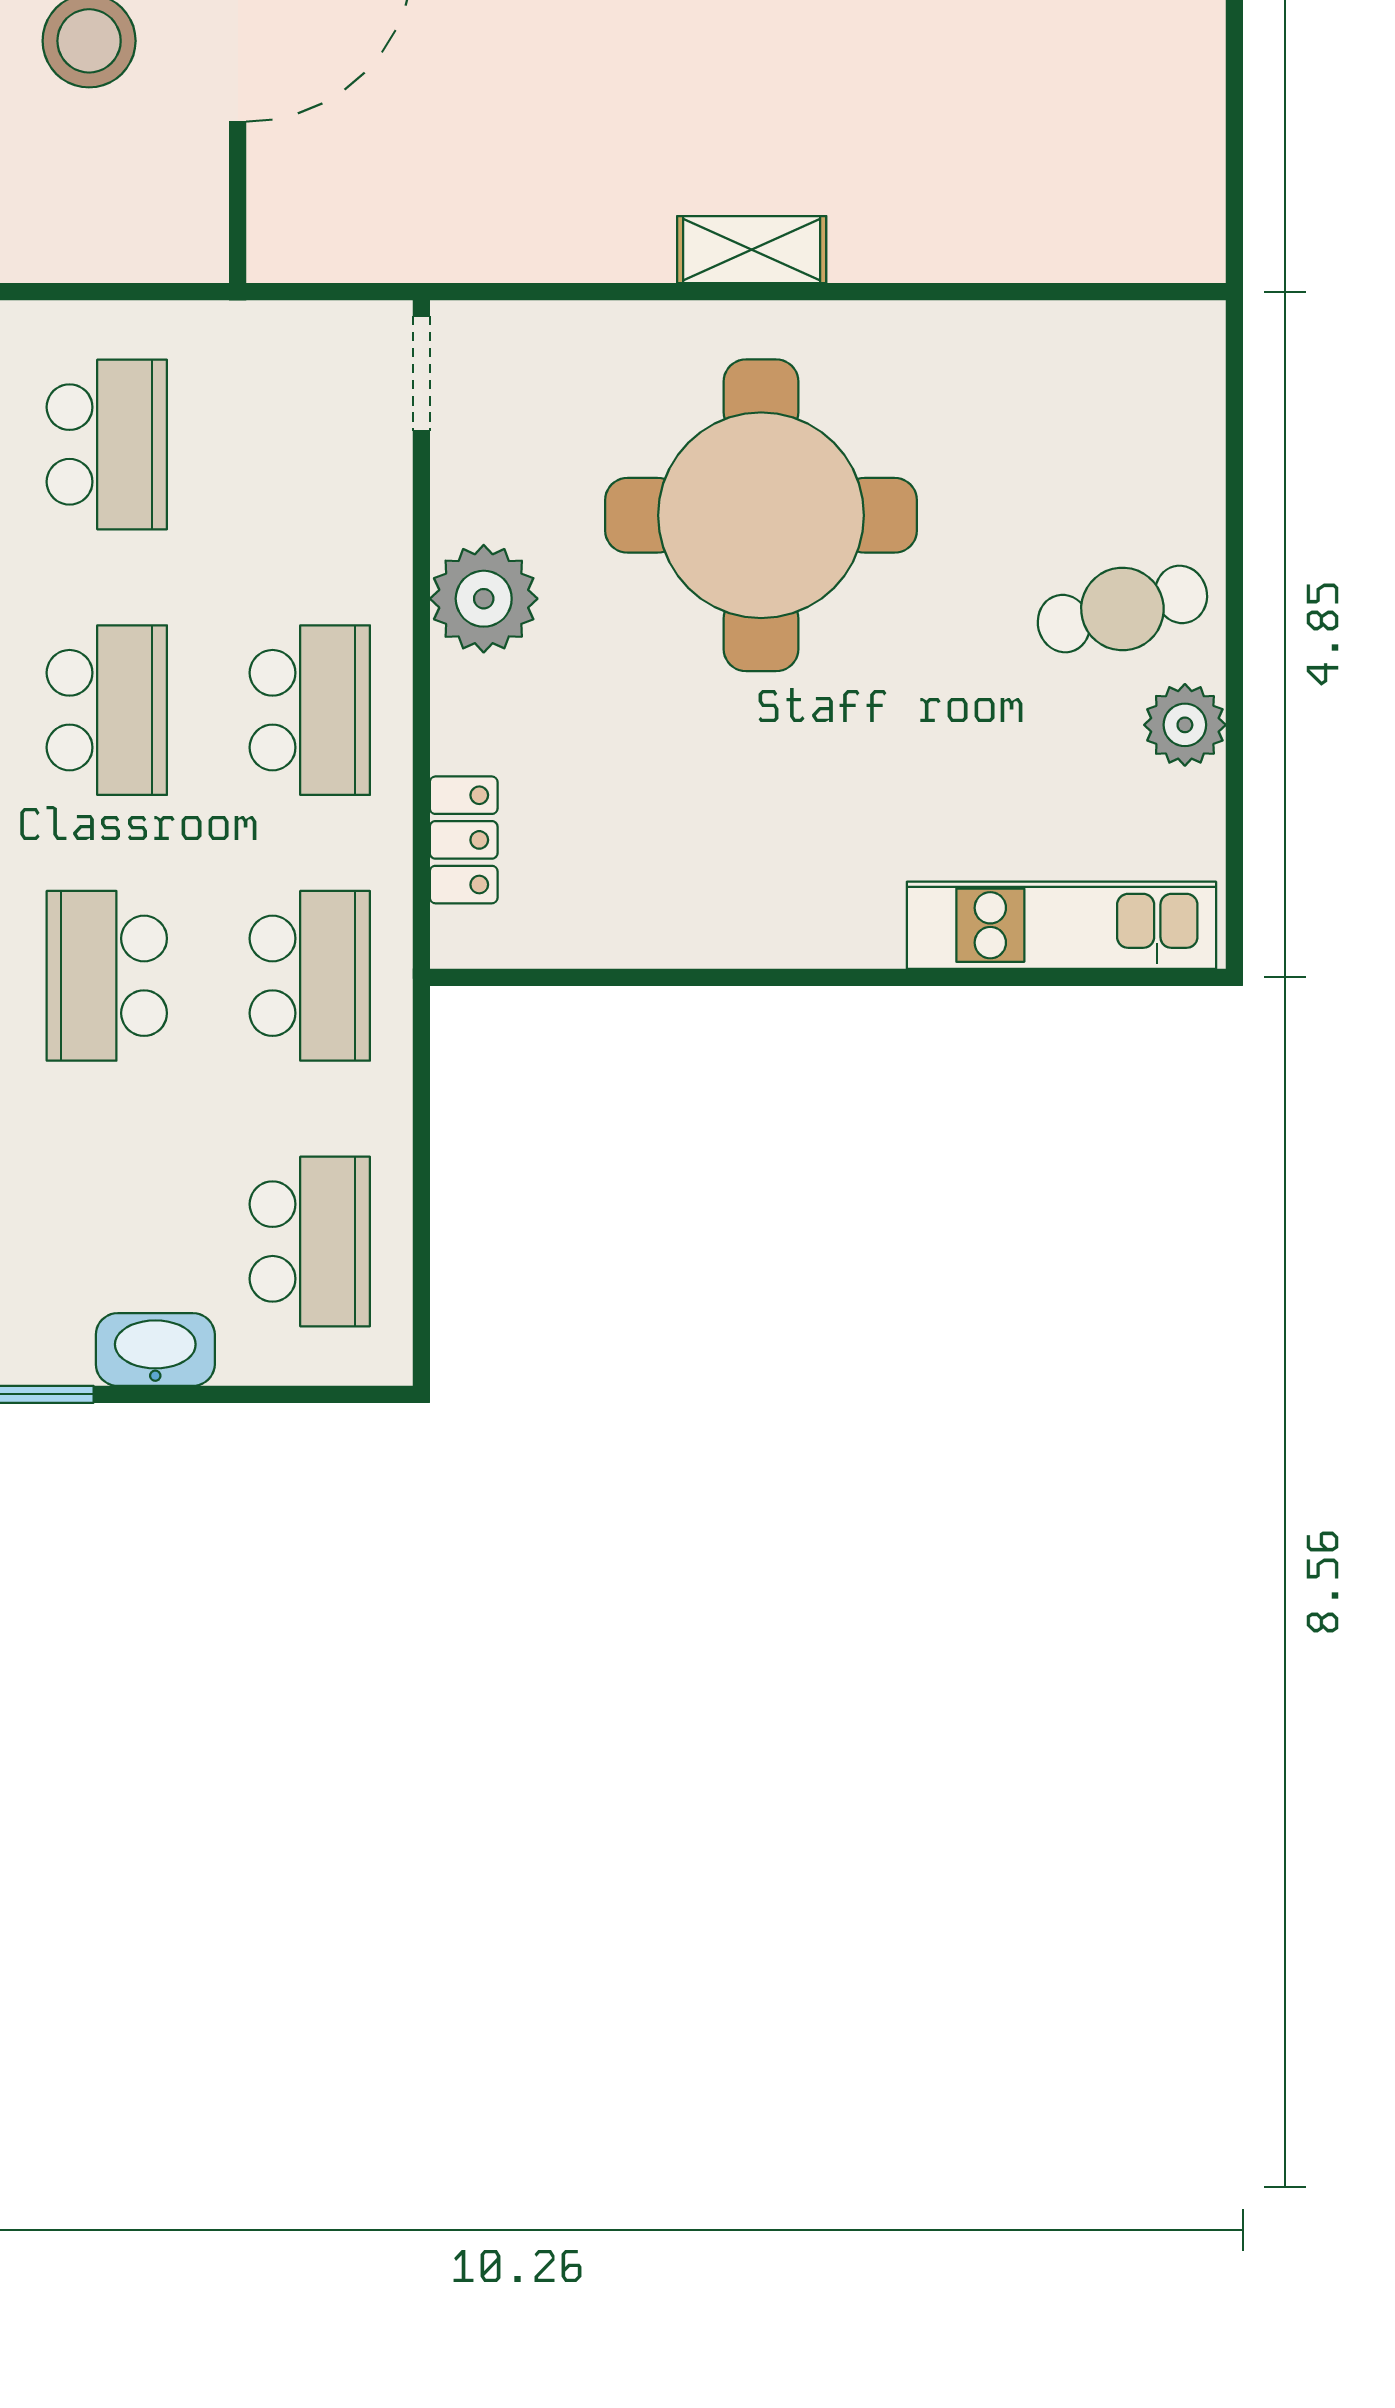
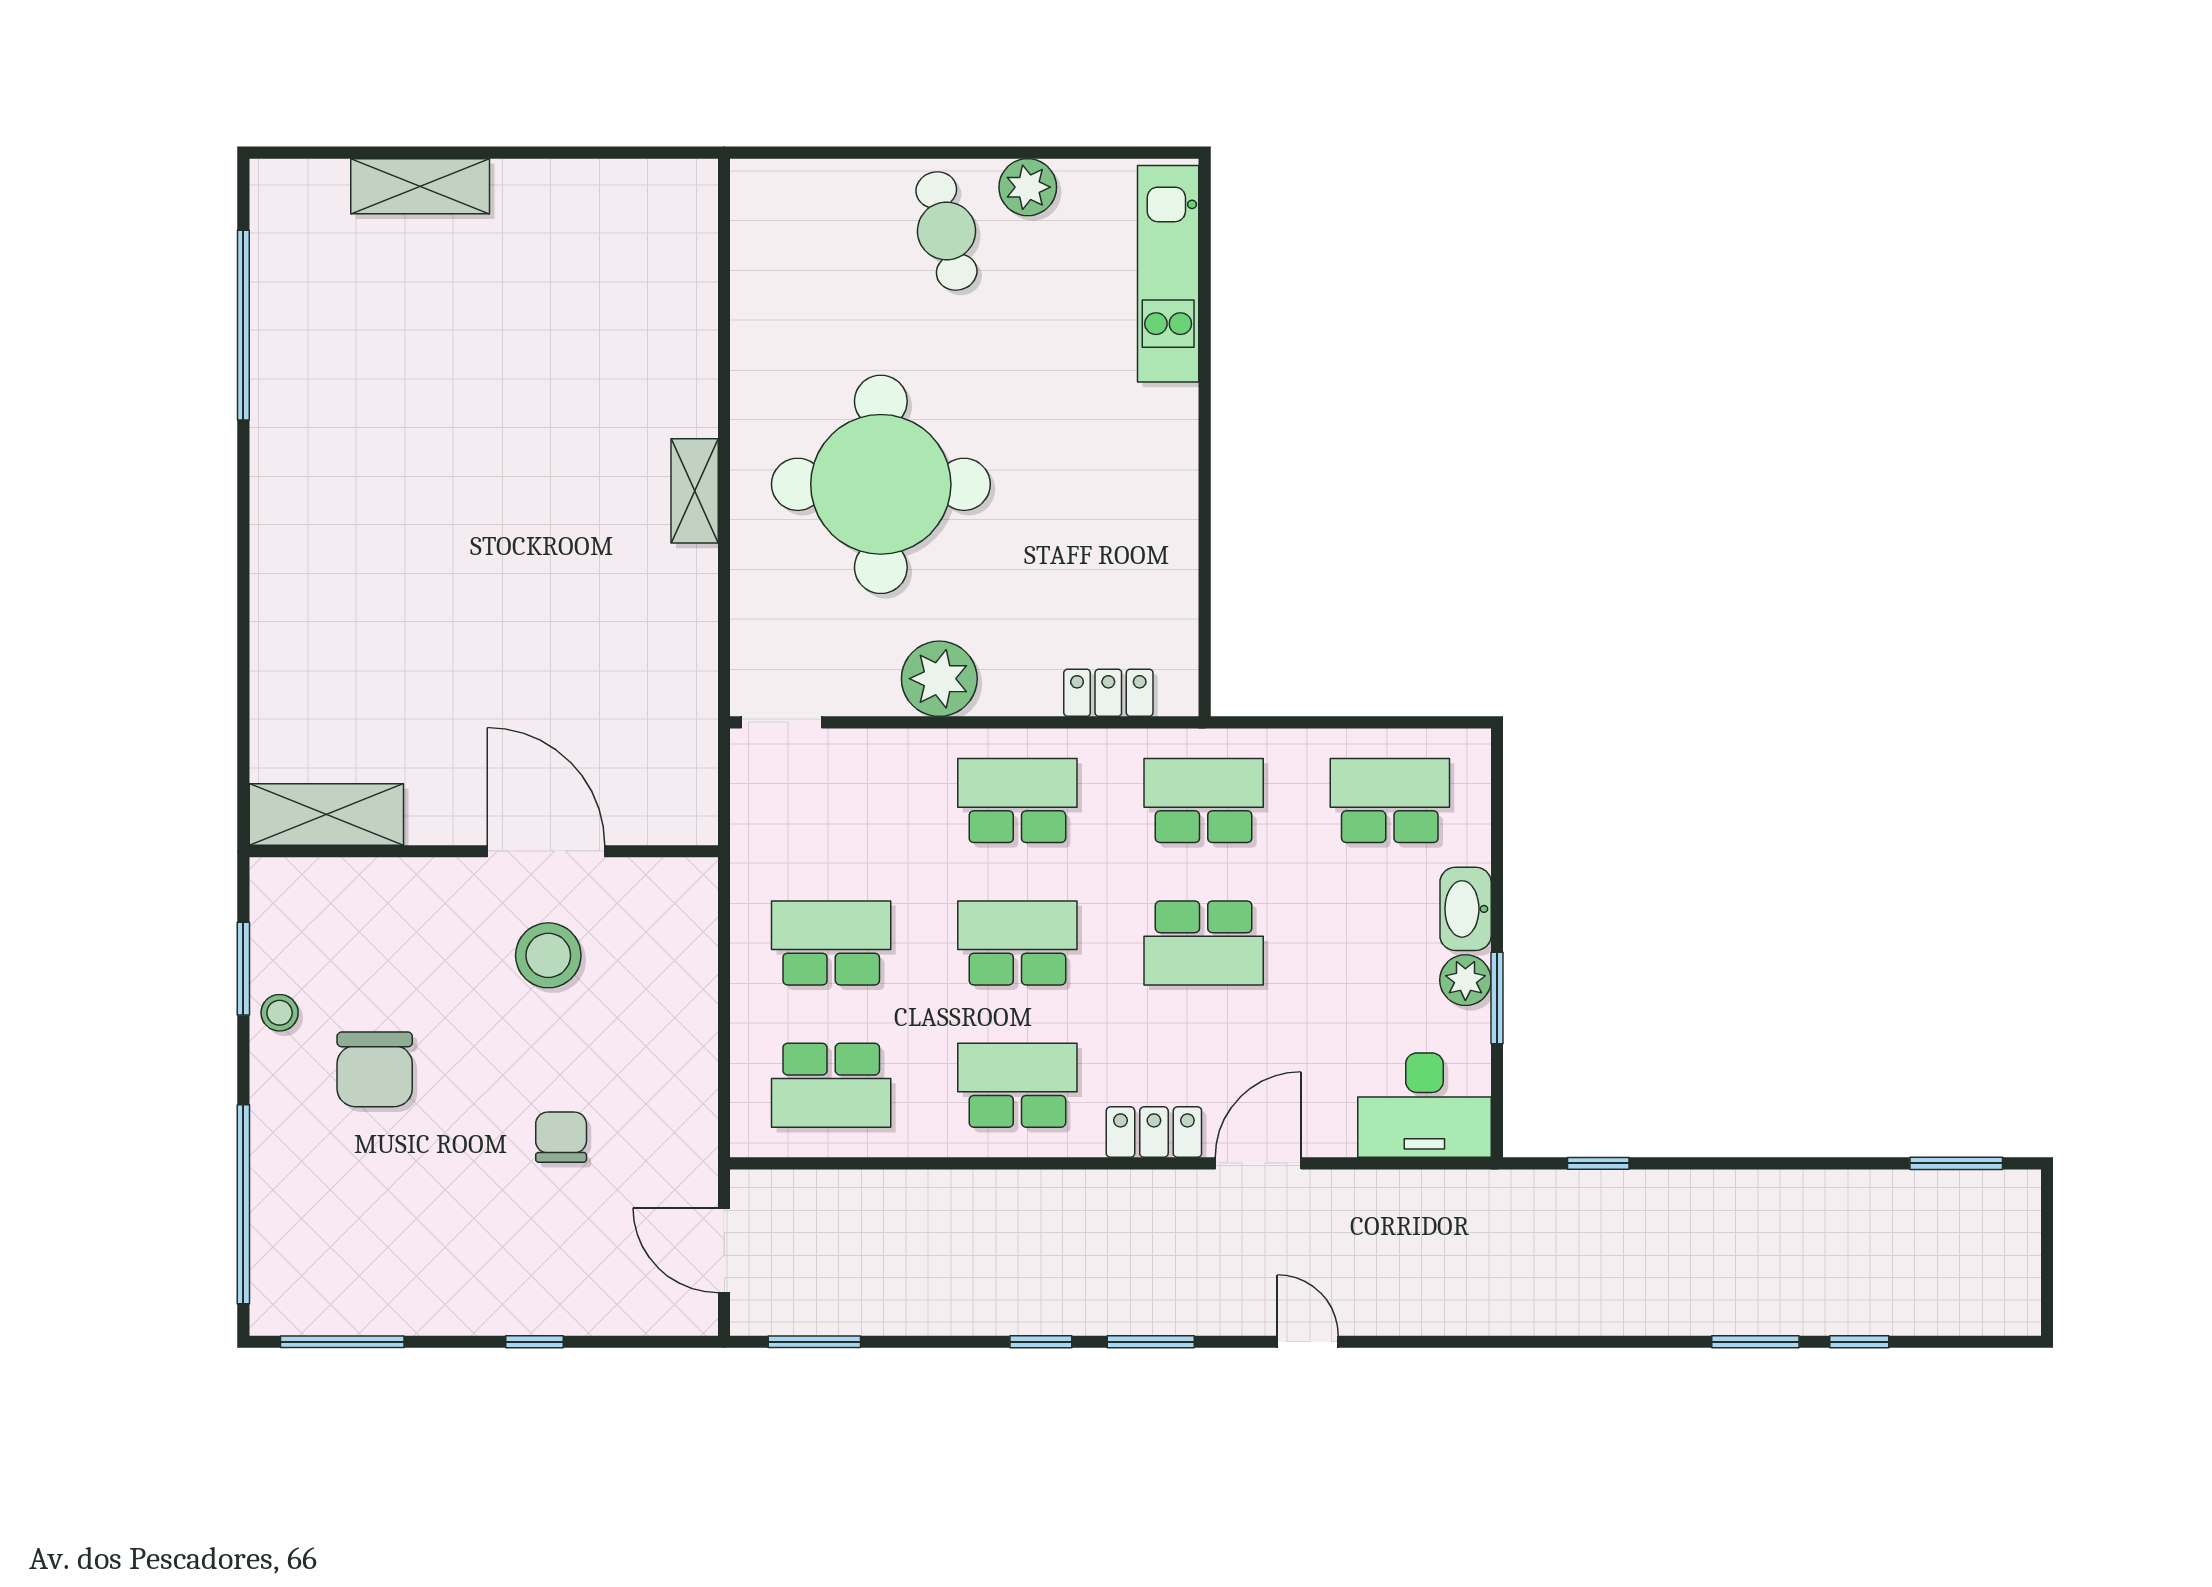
plant: (54, 1349) -> (1465, 980), added

